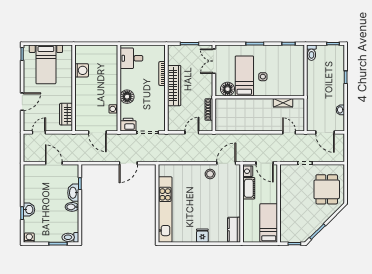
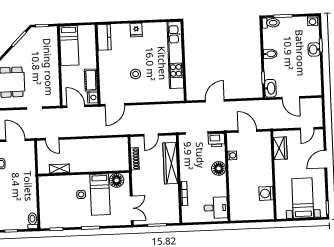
wardrobe: (174, 86) -> (170, 163), moved
stool: (210, 174) -> (136, 74), moved
washbasin: (73, 193) -> (270, 88), moved

